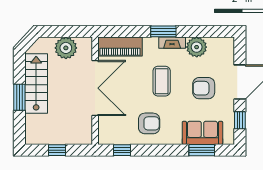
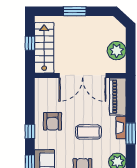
fireplace: (172, 43) -> (121, 128), moved
stairs: (36, 84) -> (44, 48), moved, turned -90
window: (122, 150) -> (30, 131), moved

